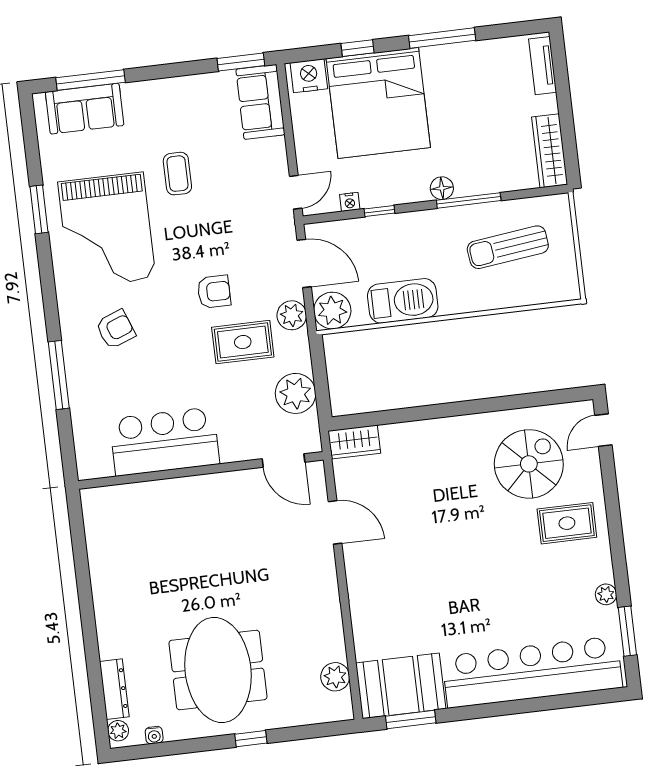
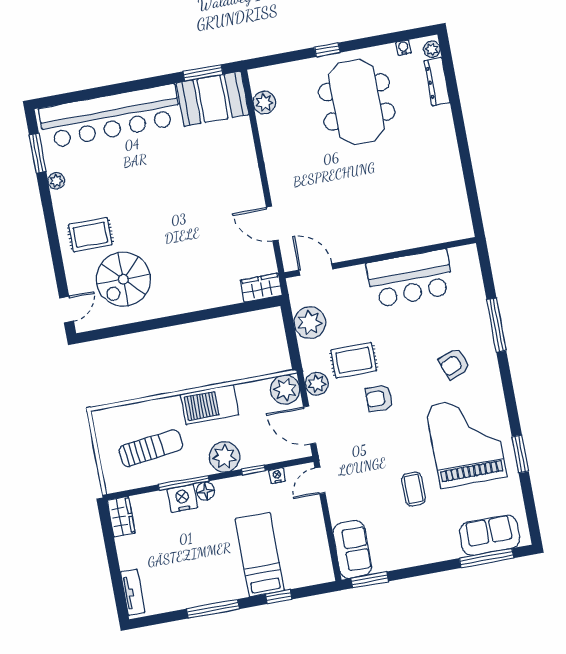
nightstand: (309, 76) -> (182, 498), moved, turned 180
bed: (378, 103) -> (260, 555), width x0.49
wardrobe: (550, 151) -> (121, 517), width x0.67
plant: (415, 230) -> (224, 457), added
barbecue: (403, 301) -> (209, 405), moved

